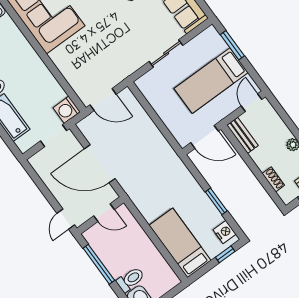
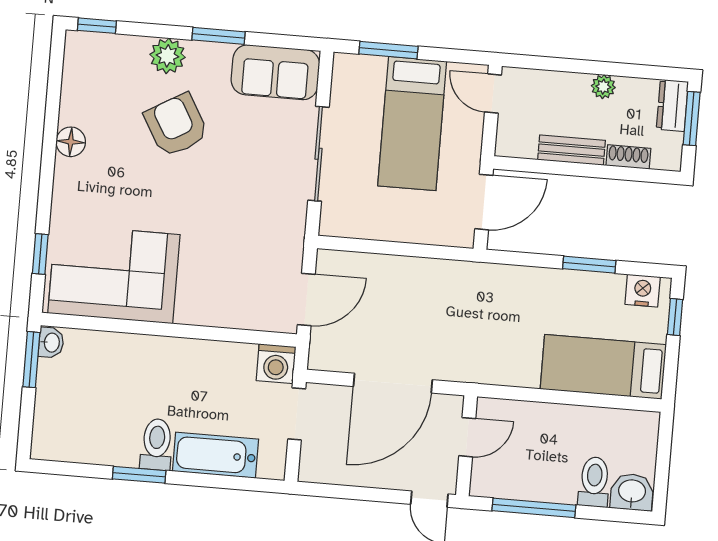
sliding door: (166, 53) -> (318, 154), width x1.37
bench: (243, 135) -> (571, 150), moved

